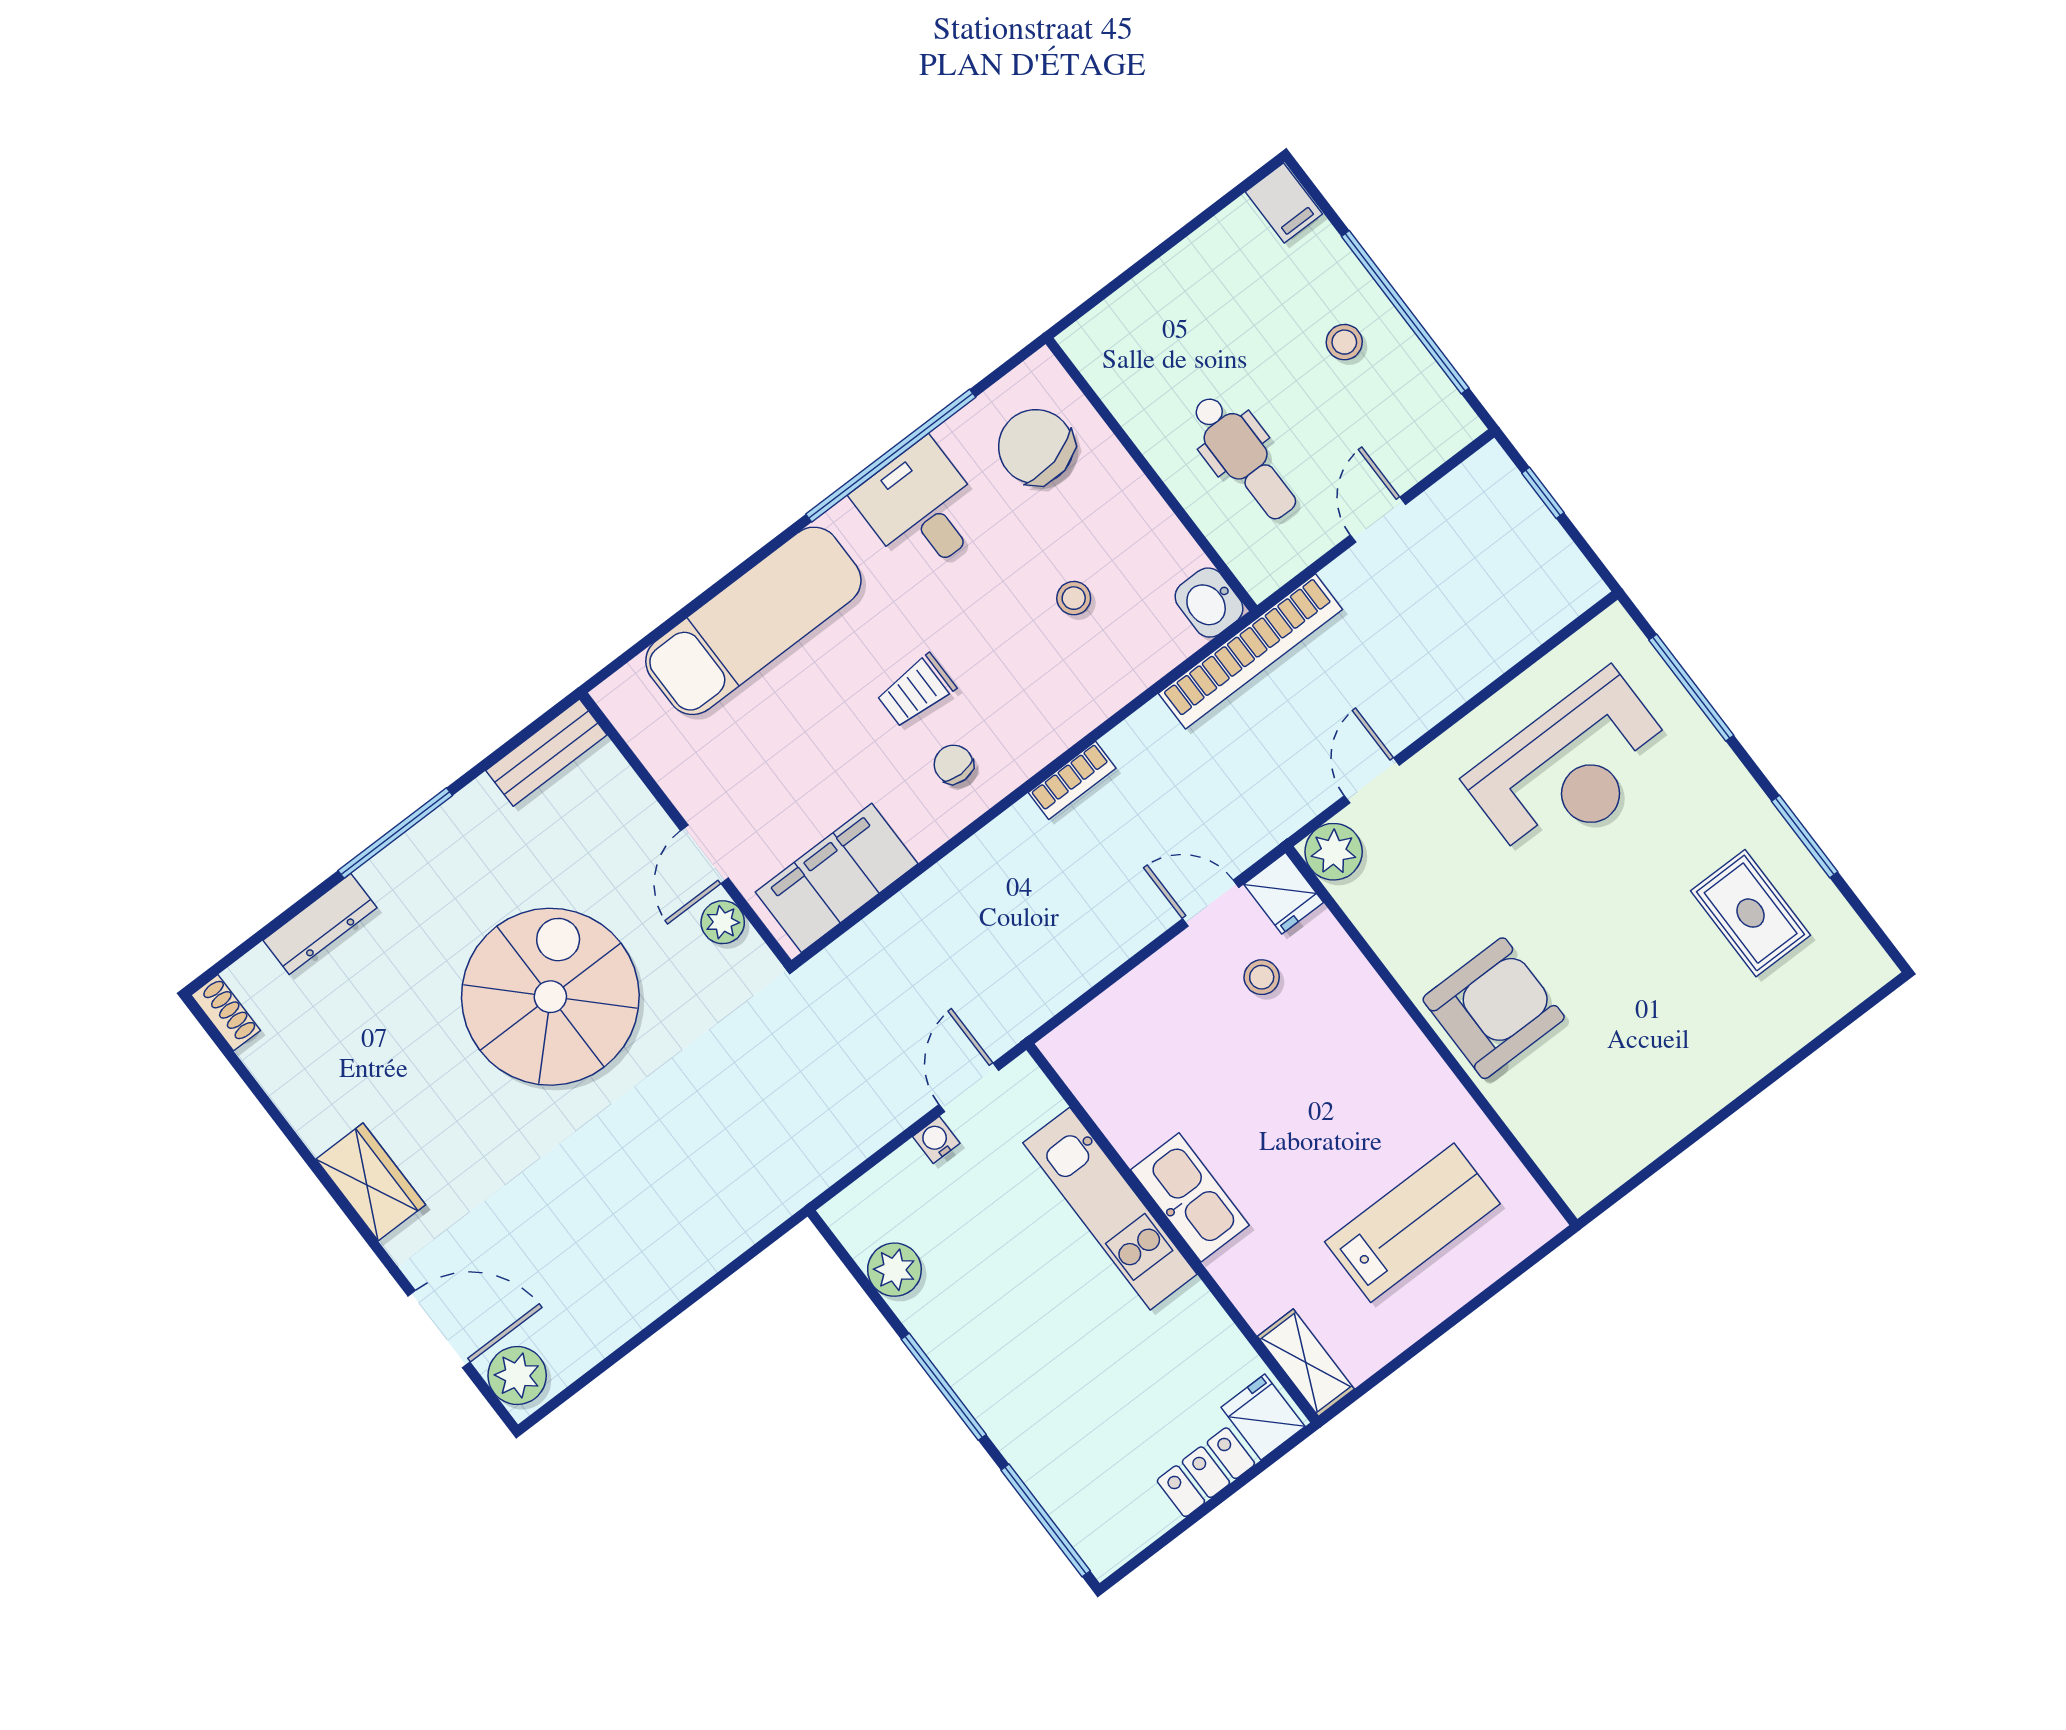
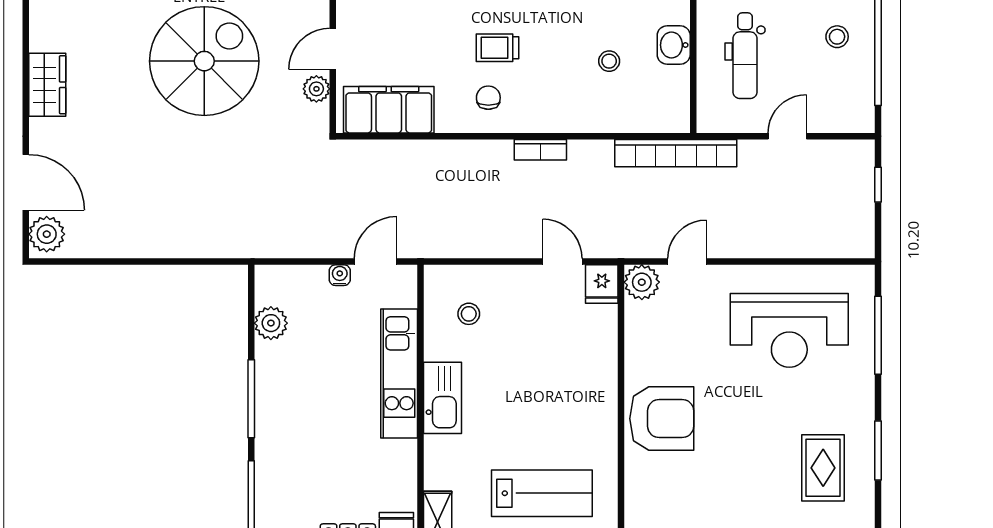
washbasin: (1209, 603) -> (674, 45), moved
stool: (1262, 977) -> (469, 314), moved

